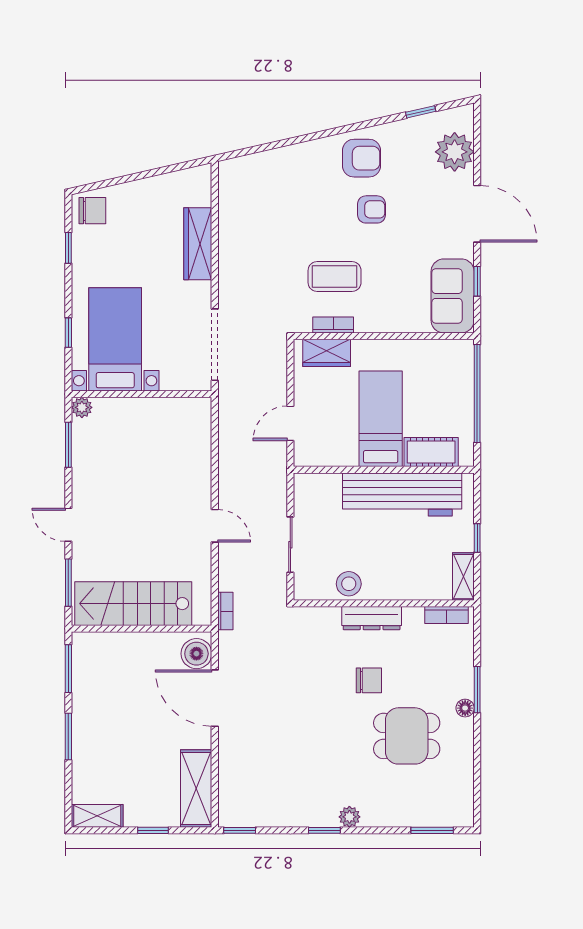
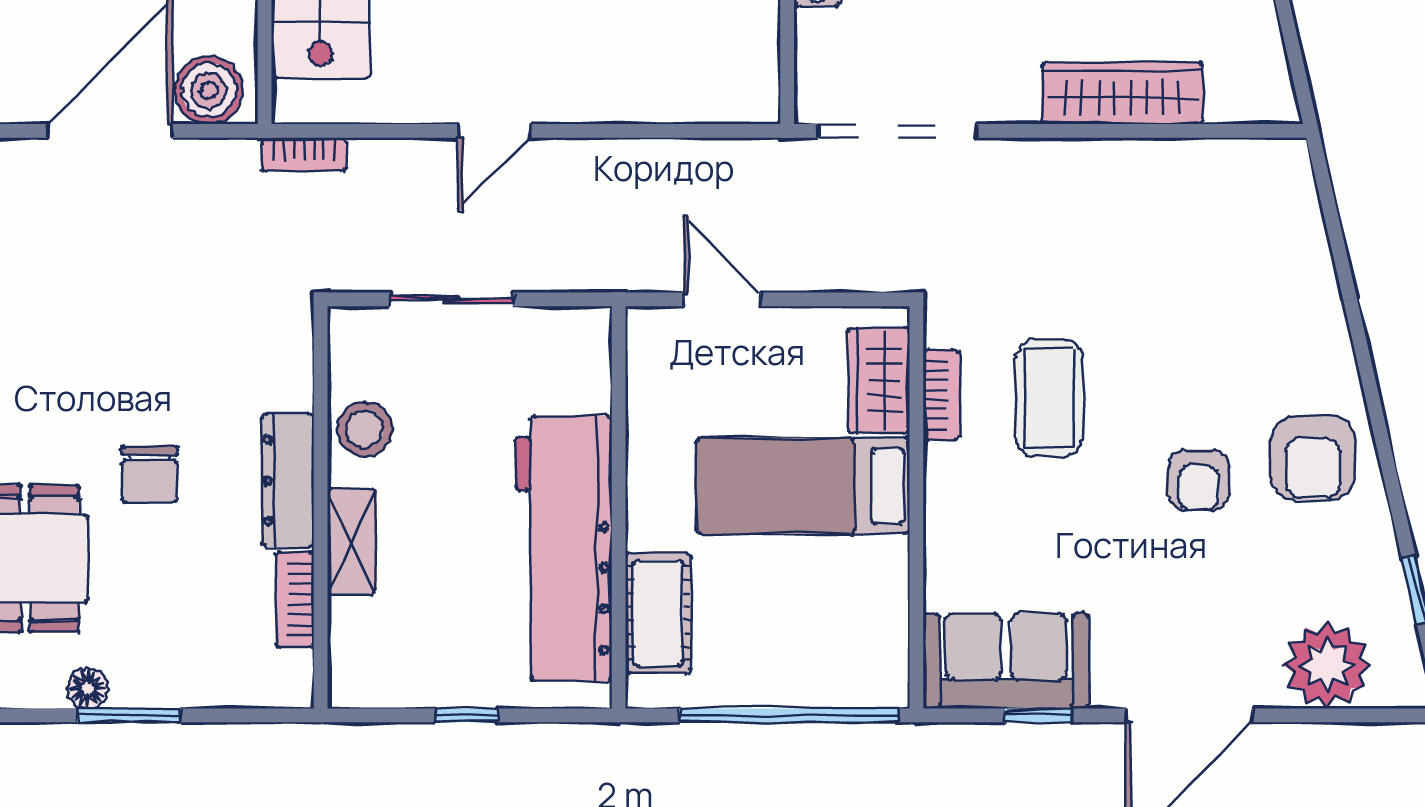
bed: (381, 419) -> (803, 486), moved, turned 180
shelving: (463, 577) -> (351, 542), moved, turned 90
bookcase: (447, 615) -> (295, 599), moved

